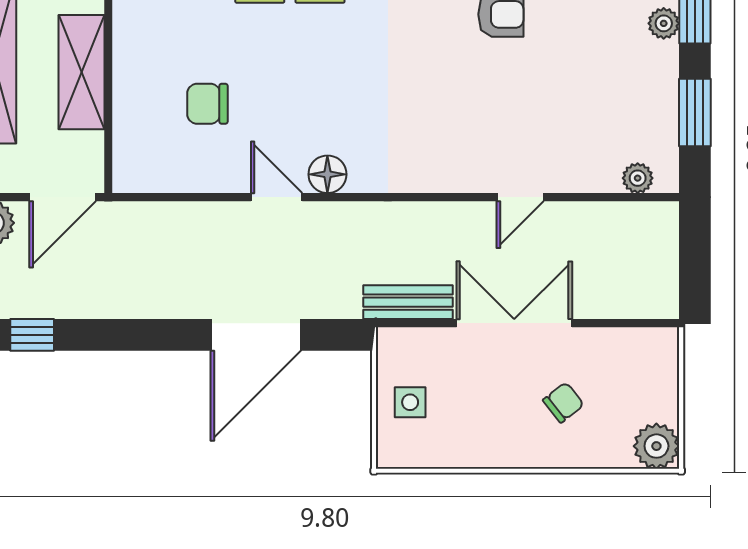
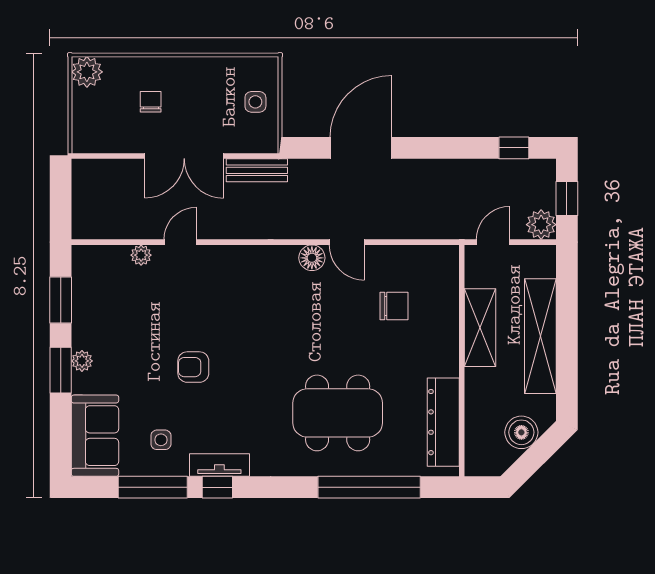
plant: (638, 178) -> (141, 255), moved
door: (63, 197) -> (493, 242), width x0.73
chair: (563, 402) -> (151, 102), turned 128

